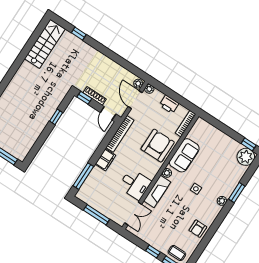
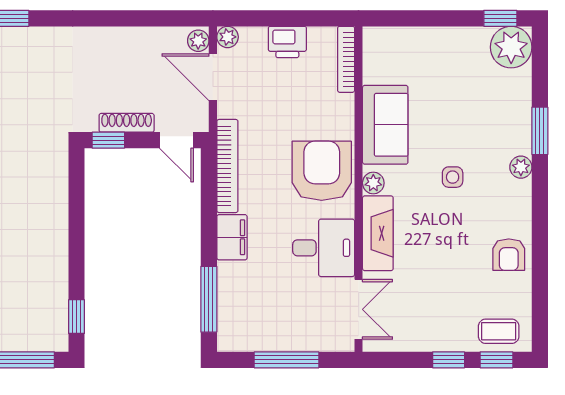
window: (56, 117) -> (77, 317), moved
armchair: (158, 146) -> (322, 171), moved

